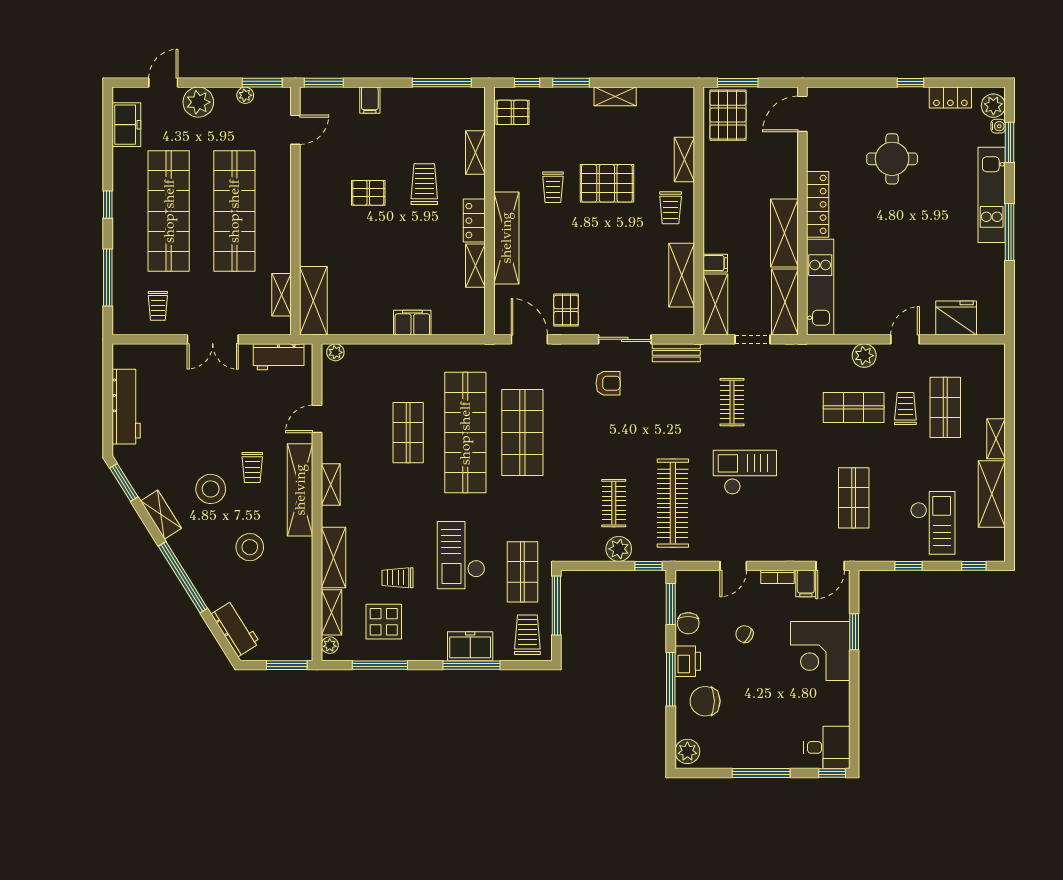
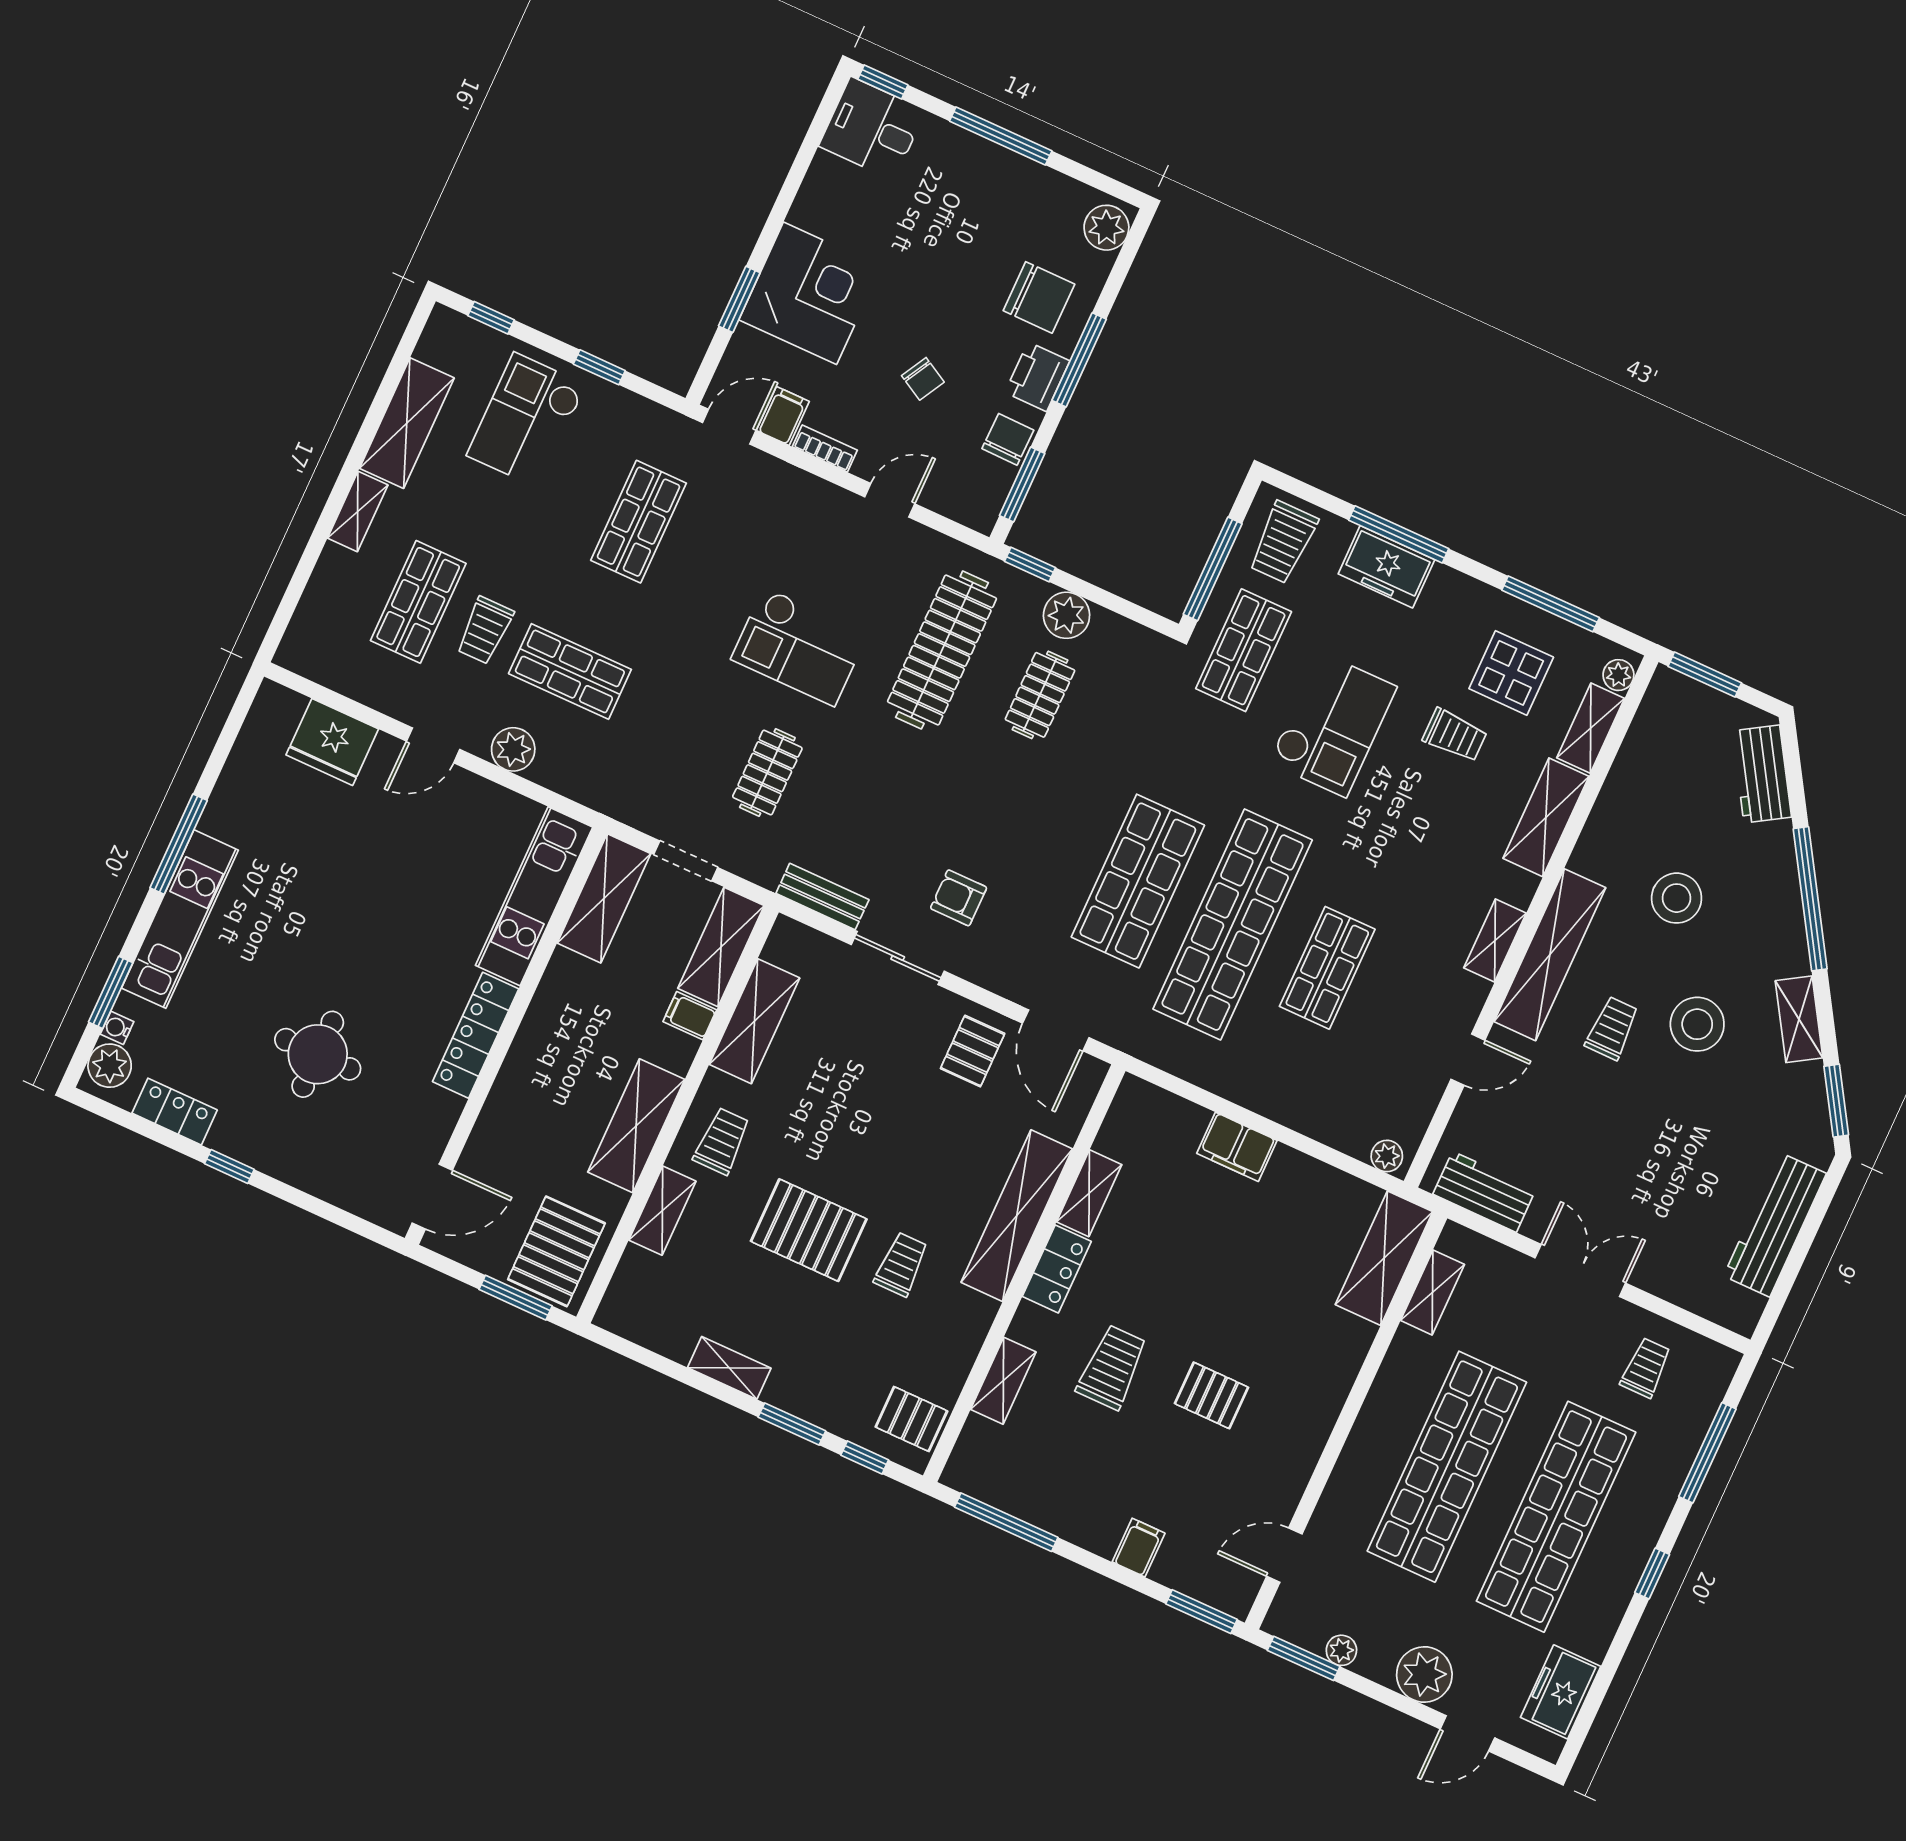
trolley: (424, 184) -> (1112, 1367), turned 180
shelving: (784, 233) -> (636, 1126), moved

